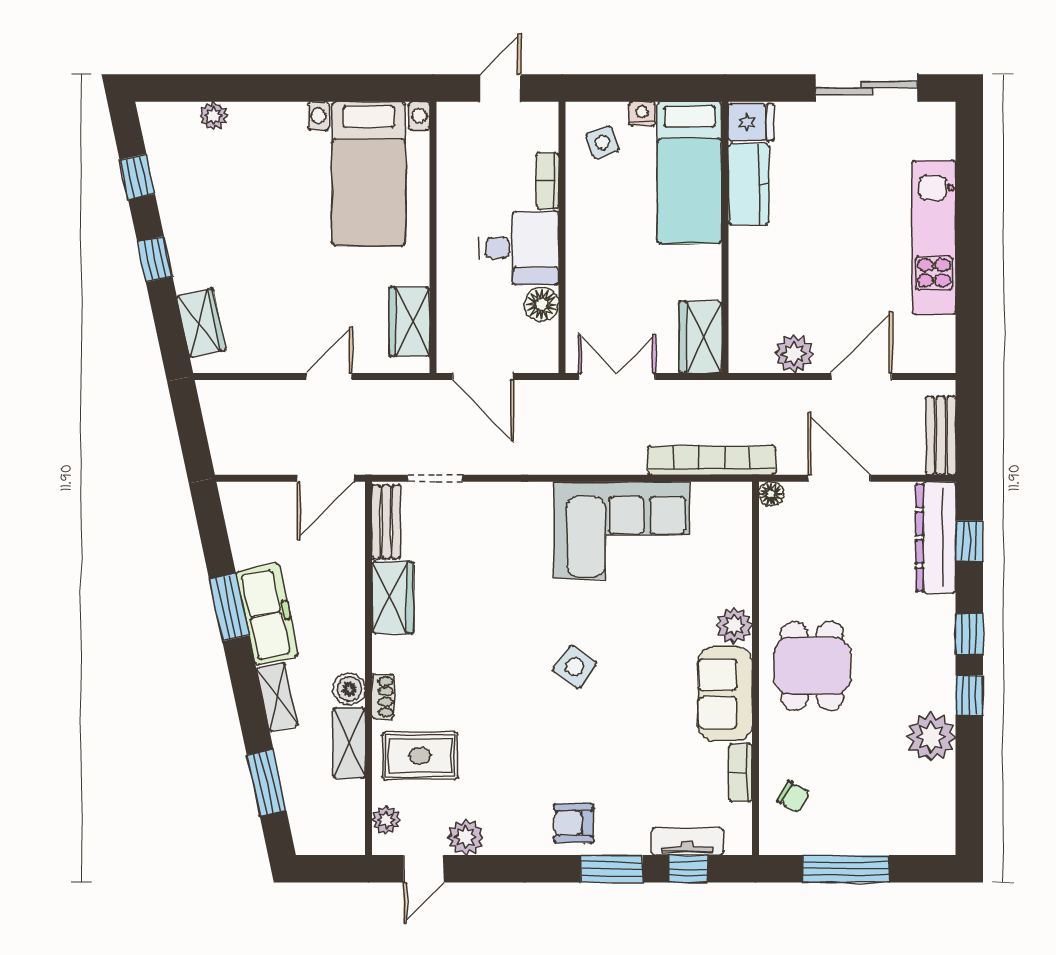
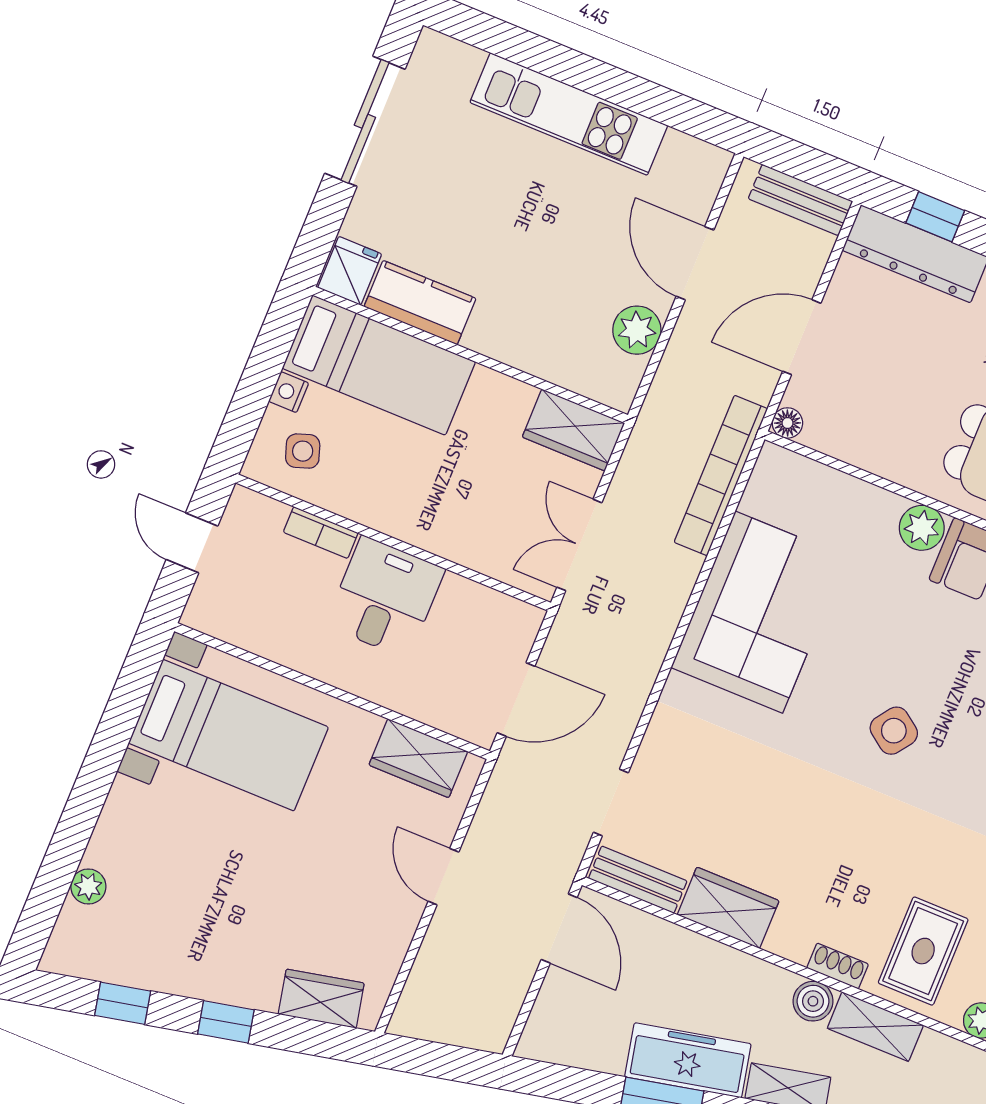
floor lamp: (542, 304) -> (461, 598), removed

